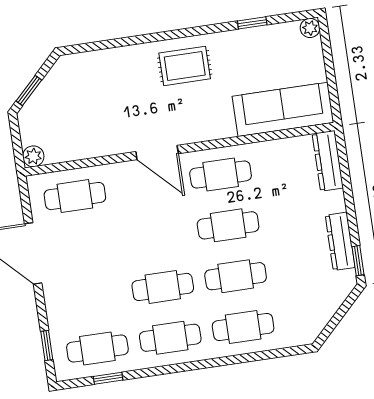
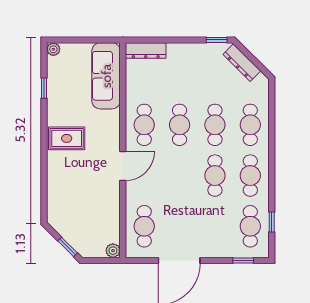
rug: (185, 66) -> (67, 138), turned 90
dresser: (340, 241) -> (242, 63), moved, turned 45

